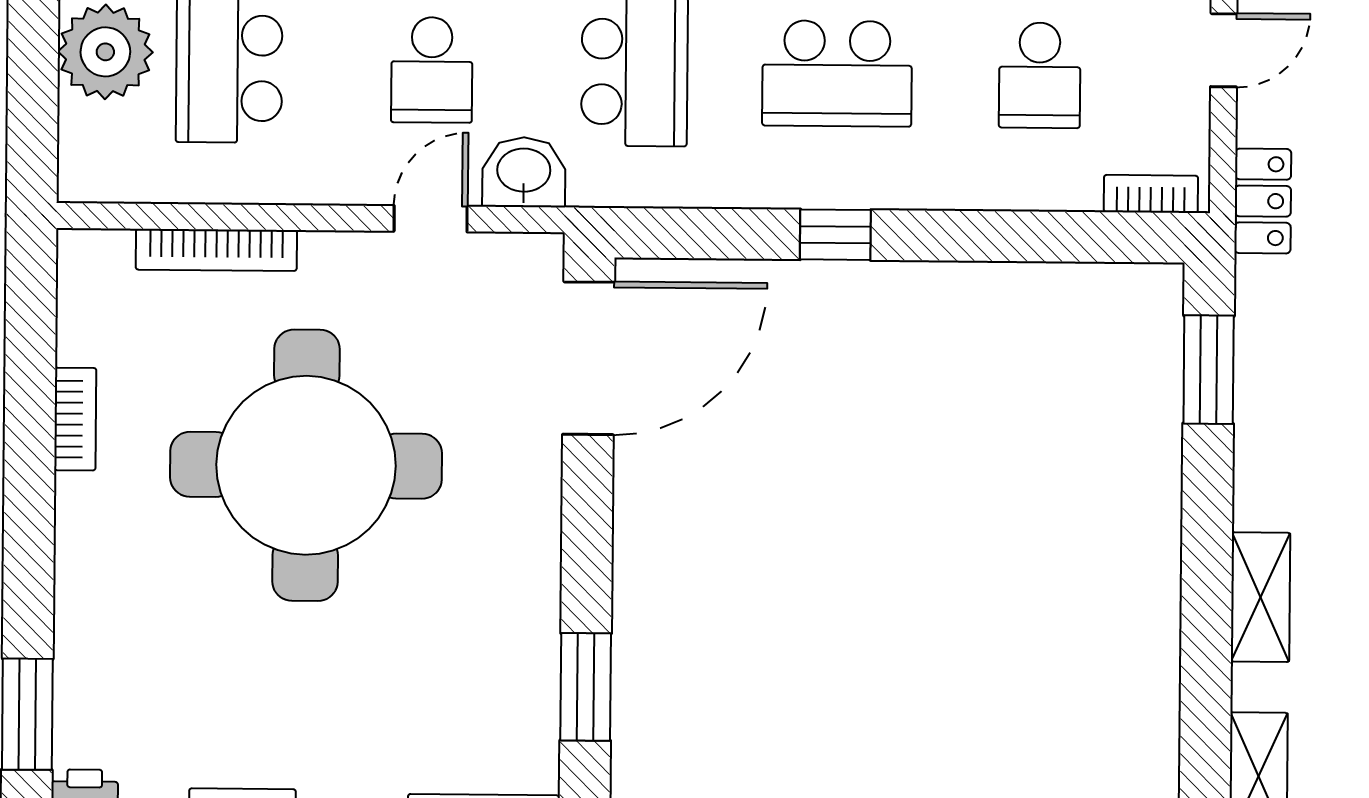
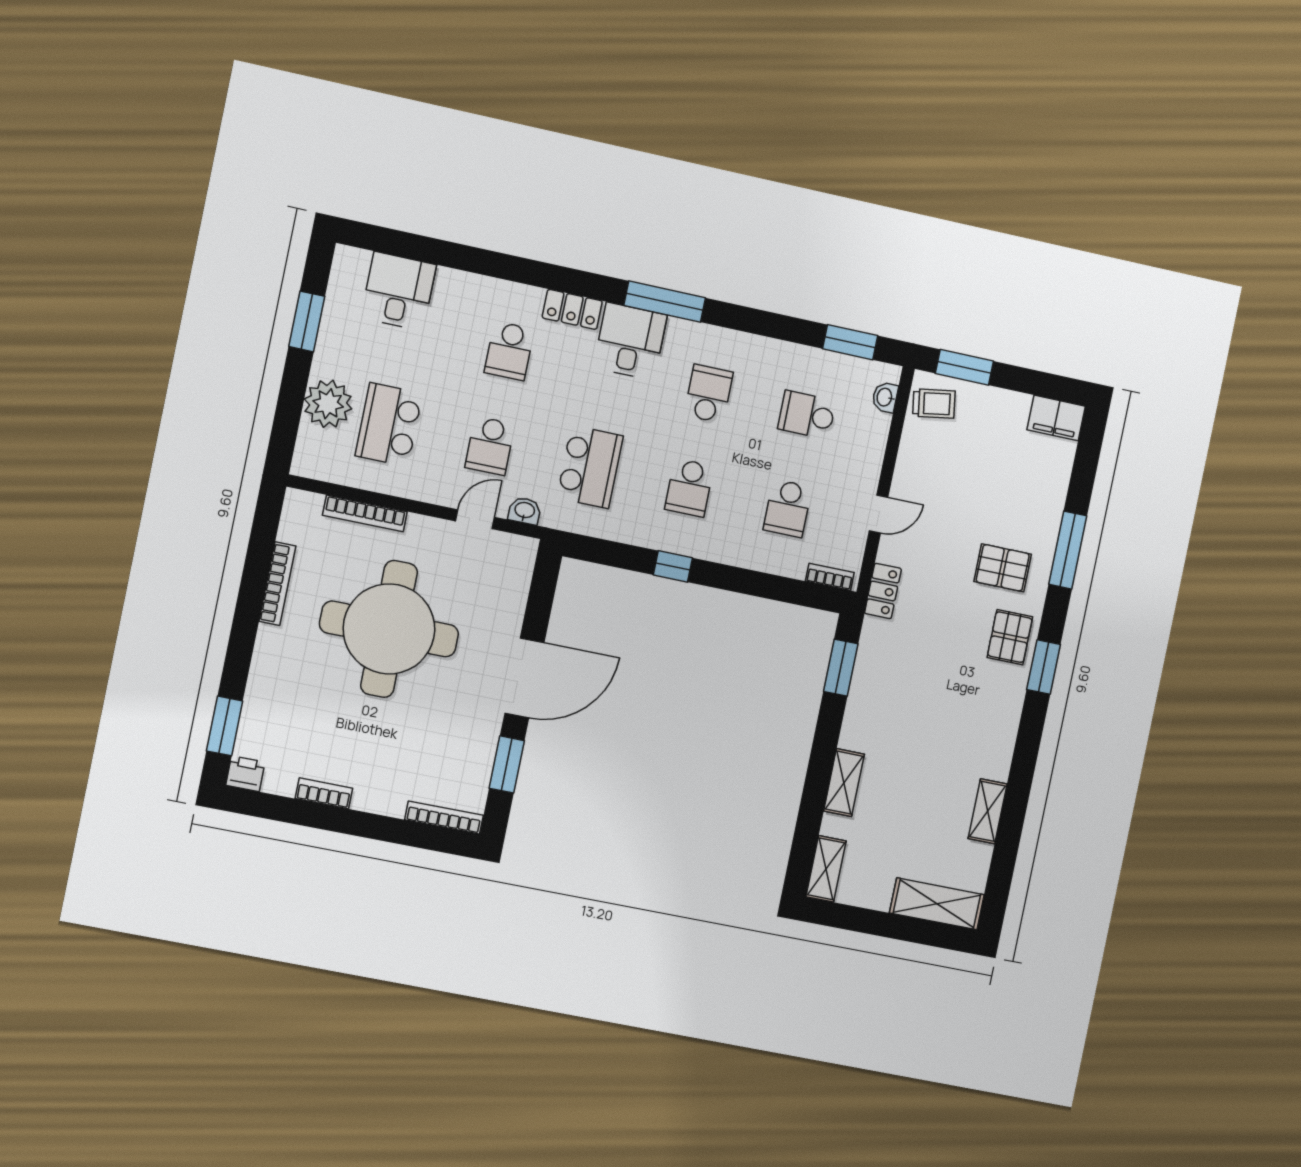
school desk: (837, 73) -> (689, 488), width x0.54
washbasin: (524, 172) -> (525, 511), width x0.72, depth x0.69
door: (589, 358) -> (525, 678), moved
bookcase: (75, 419) -> (277, 584), width x1.56

